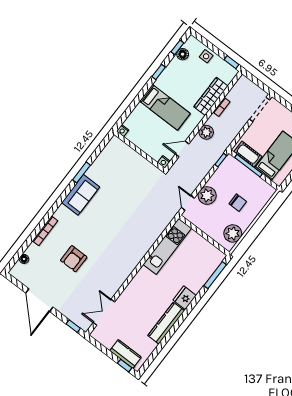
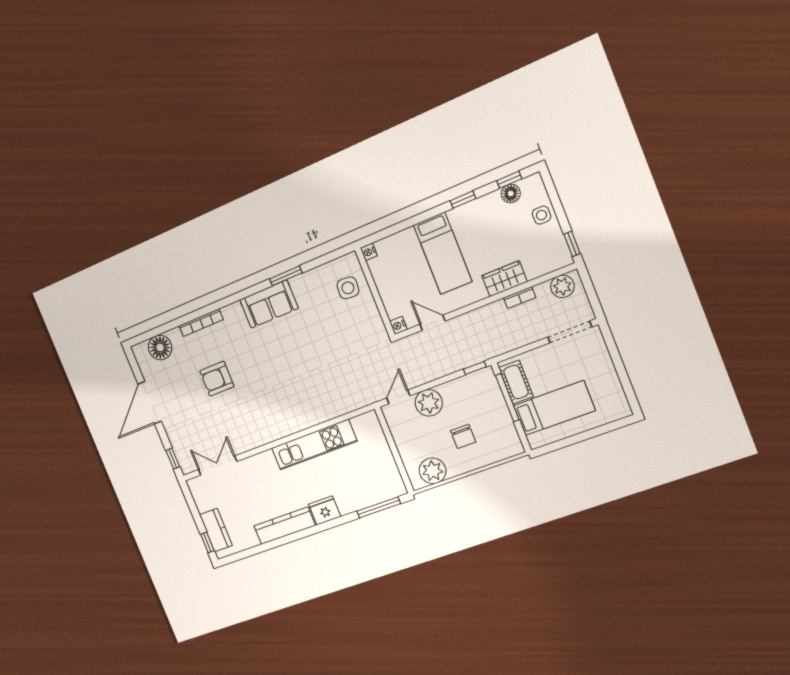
wardrobe: (211, 96) -> (504, 279), width x0.67
plant: (206, 132) -> (562, 286), moved
side table: (122, 158) -> (348, 288), added
kitchen unit: (167, 246) -> (314, 445), moved
floor lamp: (24, 259) -> (160, 347), width x1.89, depth x1.89

